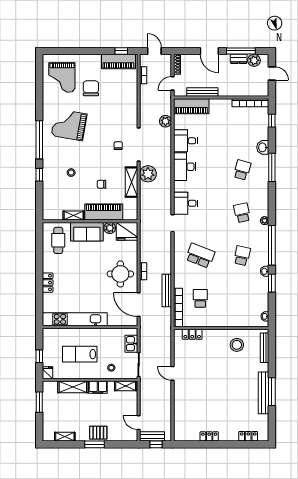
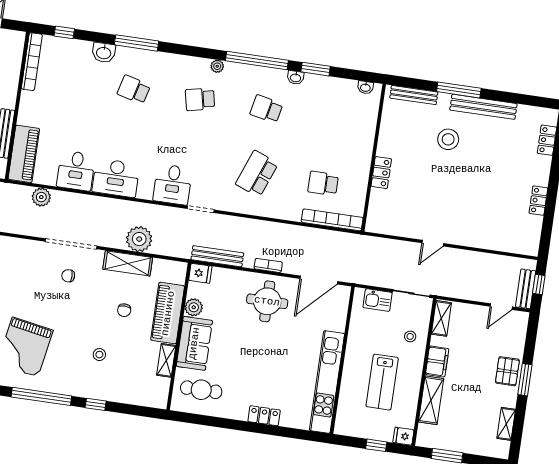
plant: (148, 174) -> (139, 239), moved
fridge: (127, 231) -> (200, 273), width x0.53, depth x0.75
bench: (167, 291) -> (217, 256), moved
locker: (192, 334) -> (381, 173), moved
stool: (237, 345) -> (448, 139), moved
window: (272, 392) -> (459, 90), moved

